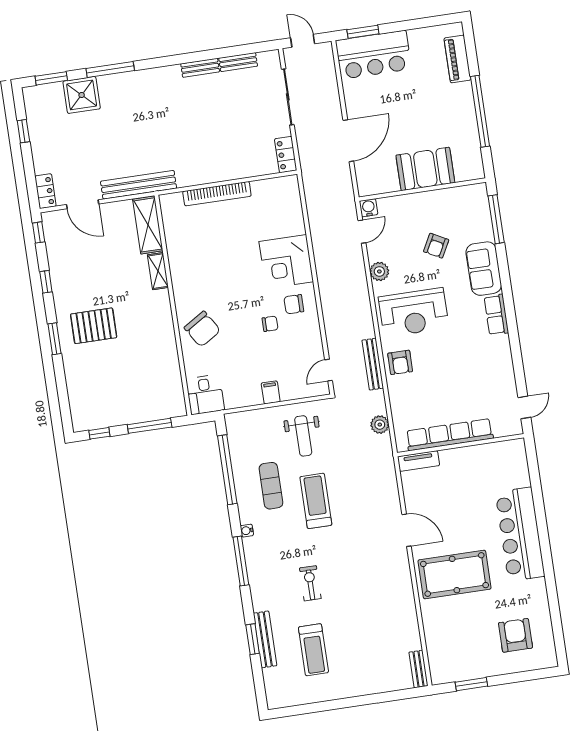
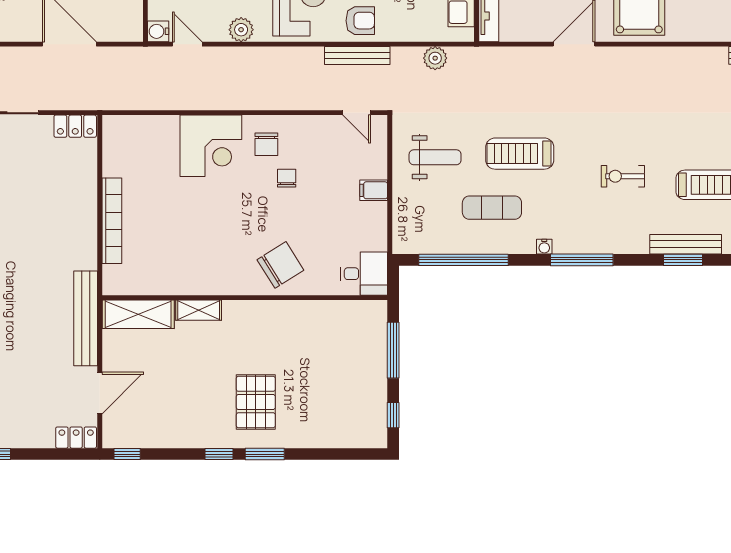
window: (46, 282) -> (219, 454), moved

